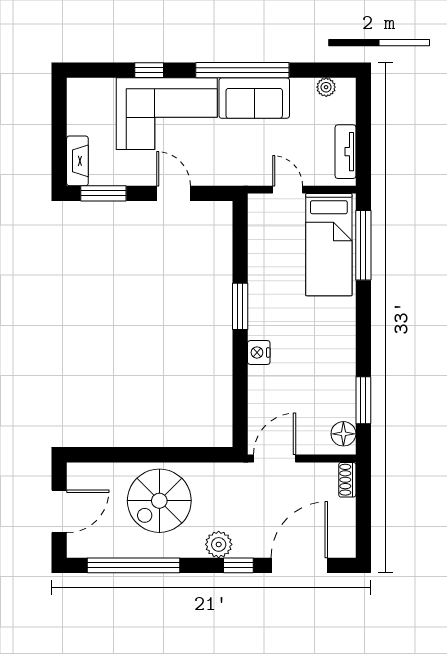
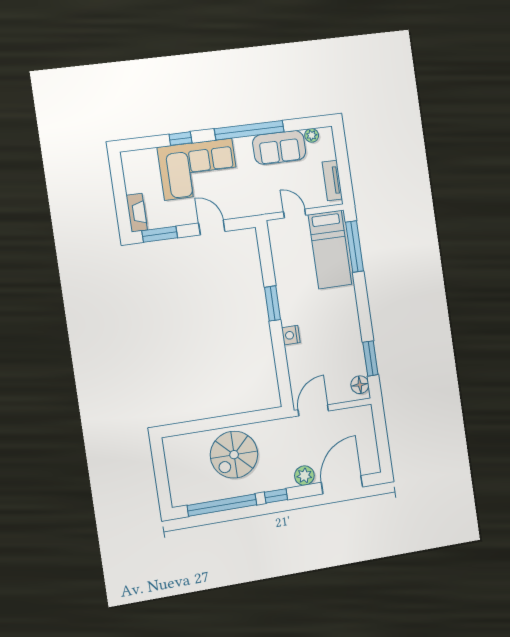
sofa: (254, 98) -> (279, 147), moved
shoe rack: (347, 480) -> (367, 417), removed
door: (59, 511) -> (161, 475), removed
plant: (219, 544) -> (304, 476), moved
window: (238, 565) -> (276, 496), moved

